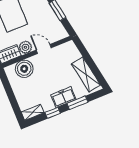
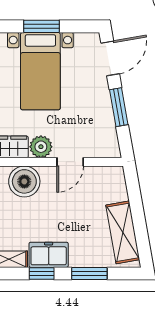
door: (44, 49) -> (70, 162), swing flipped
freezer: (63, 97) -> (49, 255), moved

